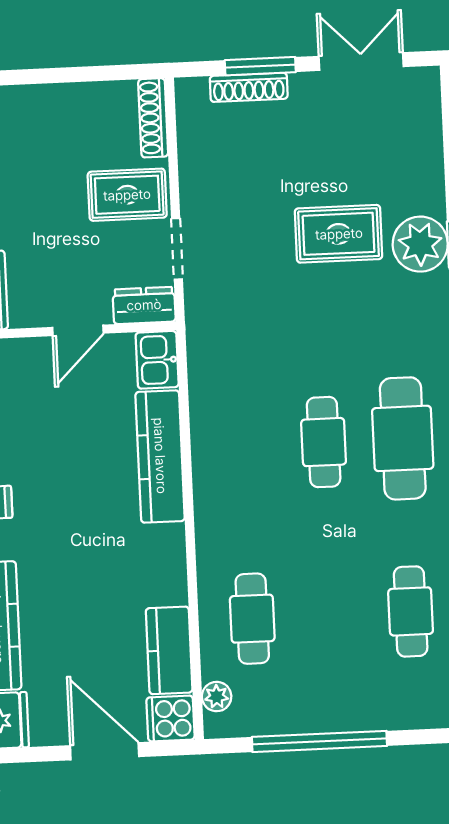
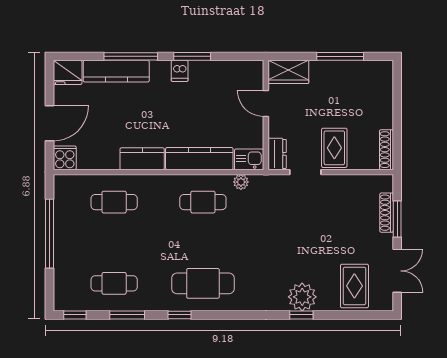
shoe rack: (153, 118) -> (386, 150), moved, turned -90
rug: (339, 234) -> (354, 286), moved
door: (78, 330) -> (266, 103), moved
cafe table: (324, 442) -> (203, 202), moved
kitchen counter: (169, 650) -> (142, 159), moved
plant: (217, 697) -> (241, 182), moved

